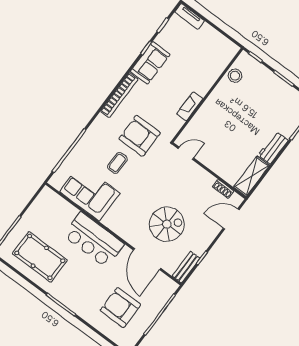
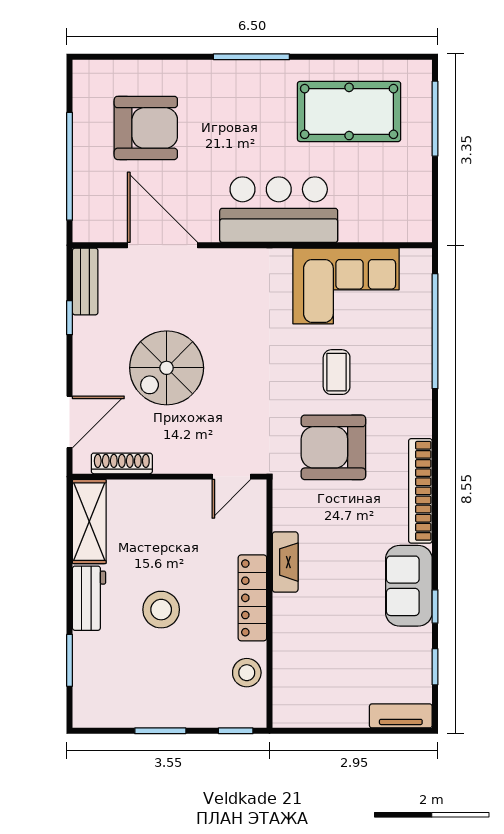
locker: (212, 102) -> (252, 598), added
stool: (249, 123) -> (161, 610), added
armchair: (140, 136) -> (333, 447), turned 180
shoe rack: (223, 189) -> (122, 463), width x1.43
spiral stairs: (167, 224) -> (167, 368), moved

